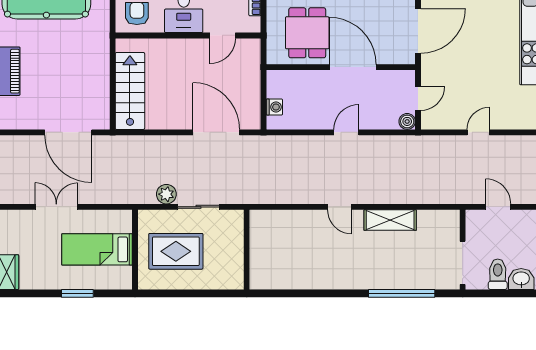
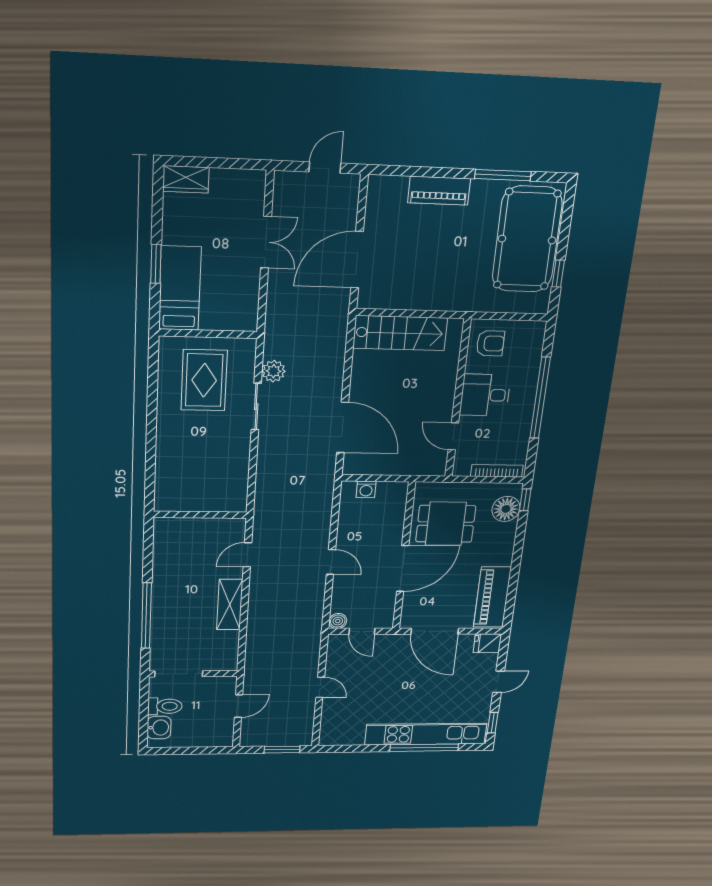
door: (216, 132) -> (343, 428), hinge flipped
bed: (97, 249) -> (180, 288), moved
wall: (247, 250) -> (200, 515), moved

